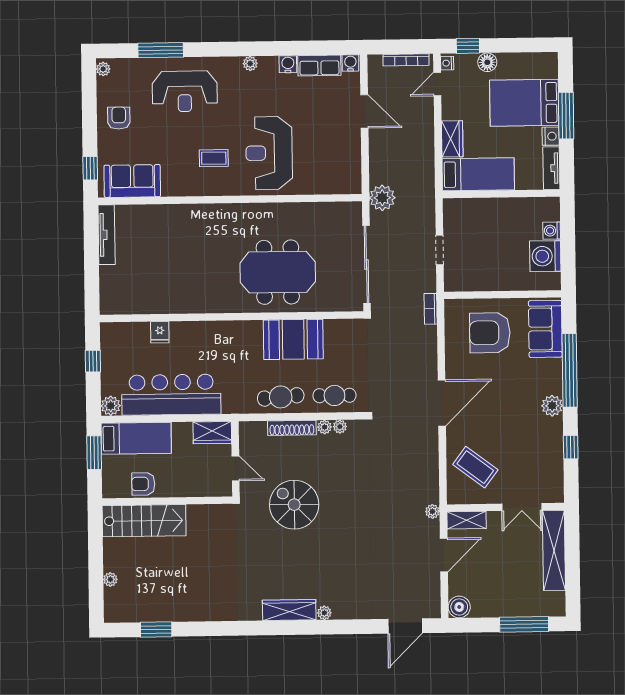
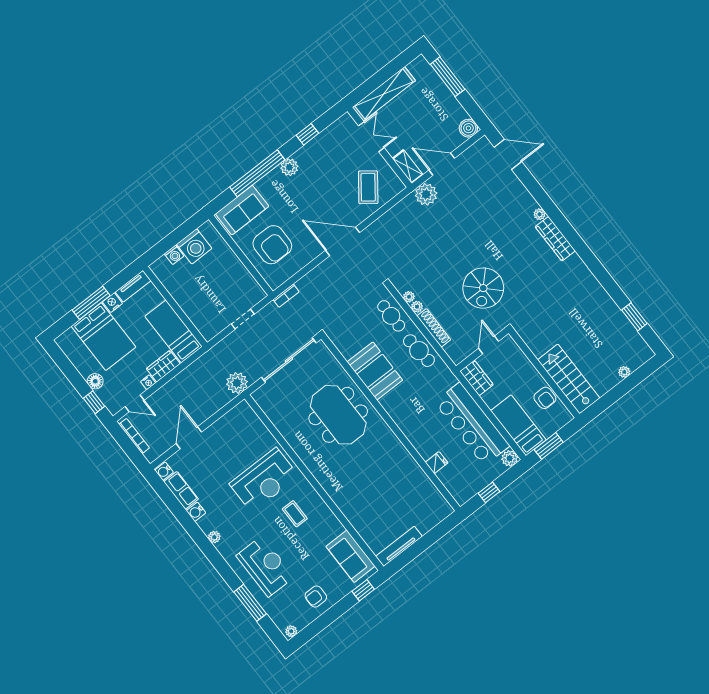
nightstand: (447, 63) -> (148, 382), moved
plant: (432, 511) -> (426, 194), width x1.87, depth x1.87

